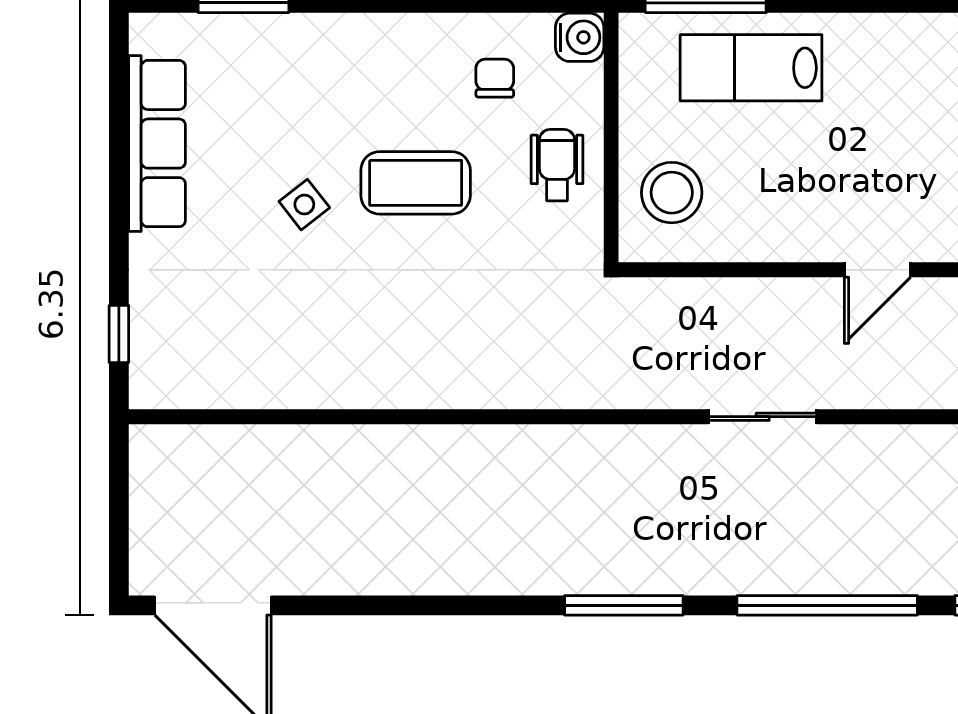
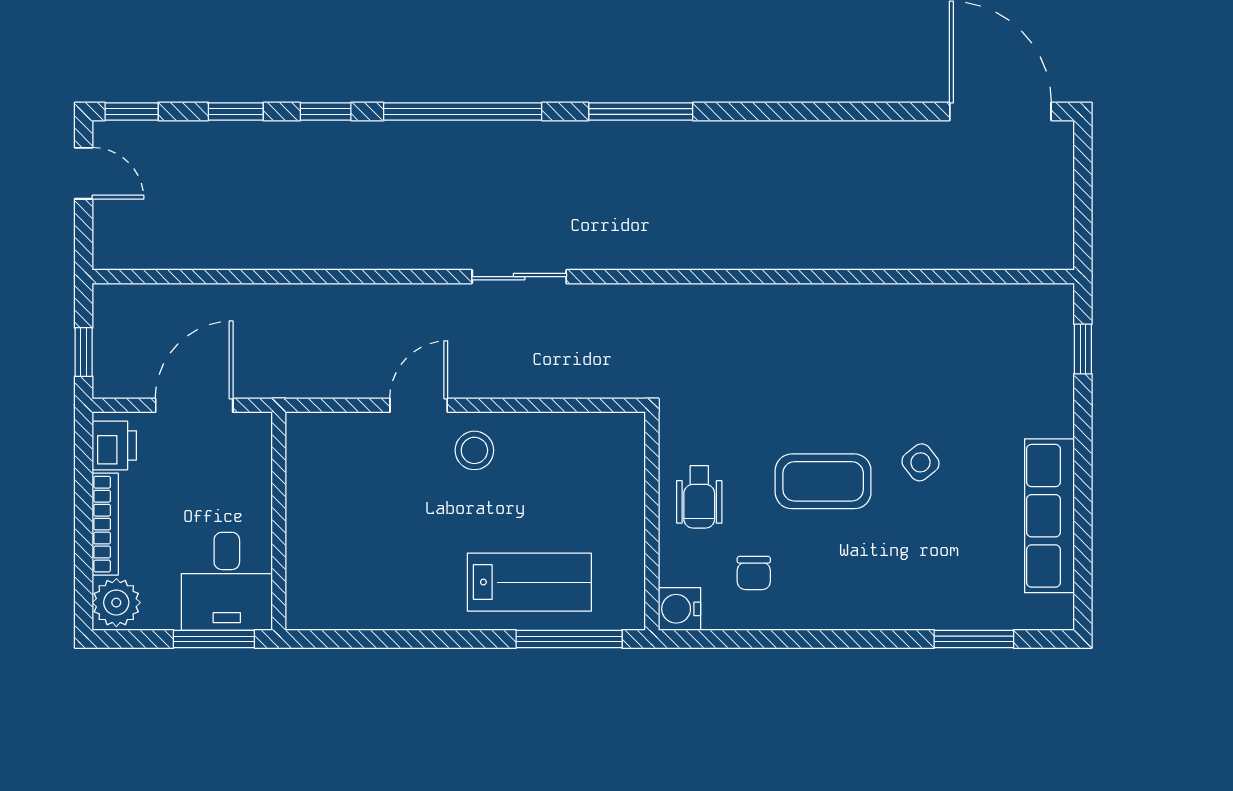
stool: (672, 193) -> (474, 450), moved, width x0.73, depth x0.73

